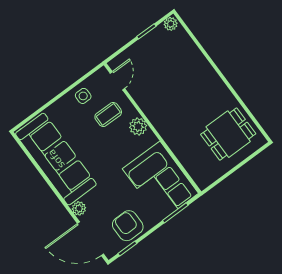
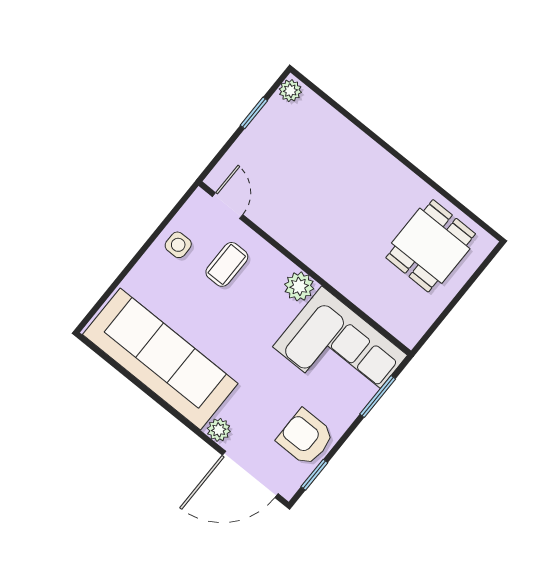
plant: (138, 127) -> (299, 286), moved

